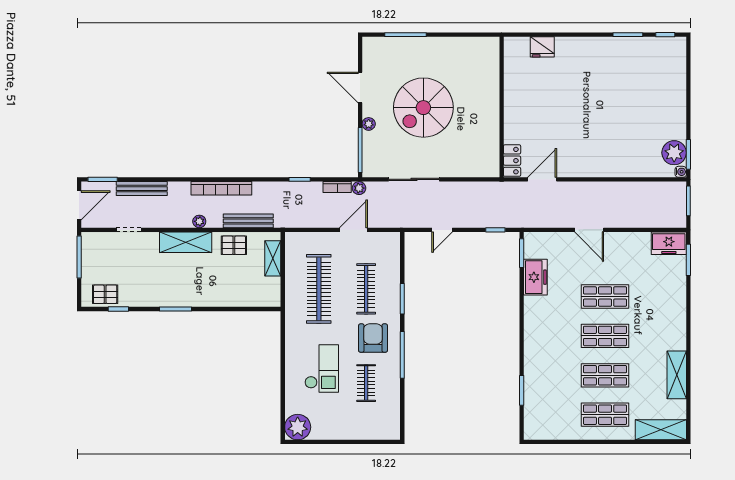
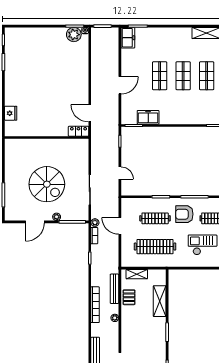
shelving: (186, 242) -> (160, 301), moved

